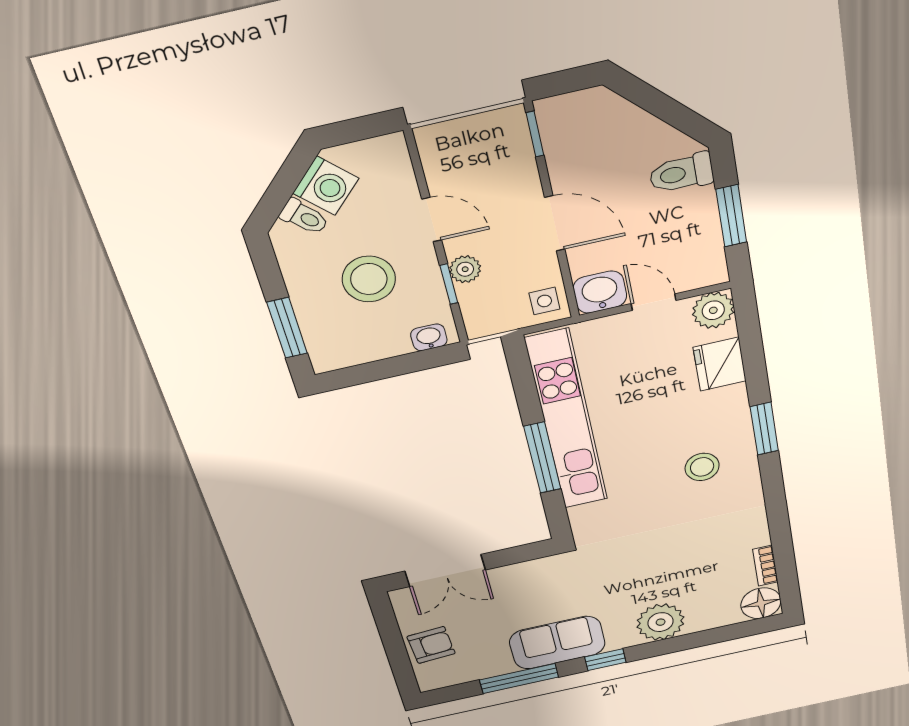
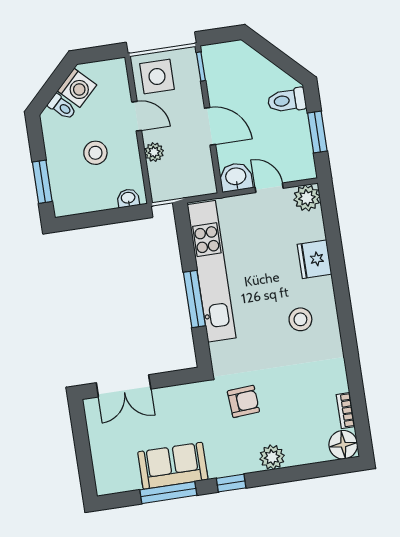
stool: (369, 279) -> (95, 153), width x0.73, depth x0.73
window: (449, 284) -> (143, 161), removed
side table: (544, 301) -> (157, 76), moved, width x1.87, depth x1.87
fridge: (720, 364) -> (314, 259), moved
window: (764, 429) -> (342, 293), removed
plant: (661, 622) -> (272, 457), width x0.73, depth x0.73
sofa: (557, 643) -> (173, 466), moved
armchair: (431, 645) -> (243, 401), moved

